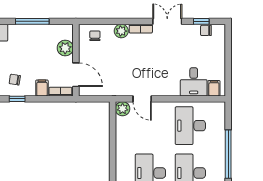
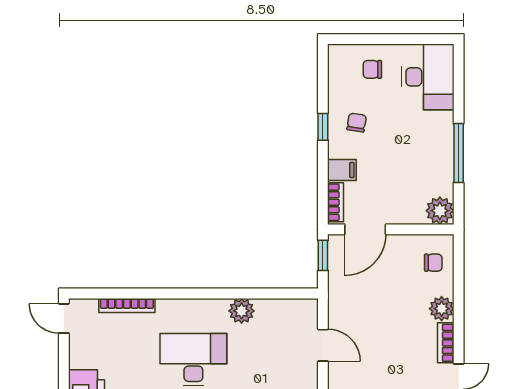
plant: (65, 48) -> (440, 211), moved
window: (91, 99) -> (323, 255), added
door: (142, 99) -> (323, 345), swing flipped
plant: (123, 109) -> (242, 311), moved

